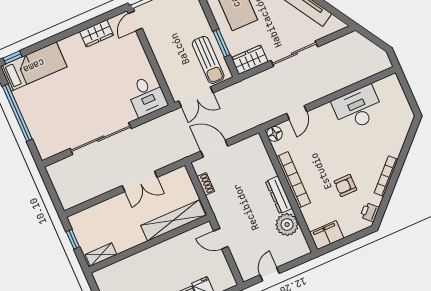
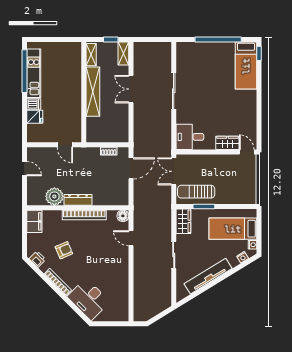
wardrobe: (97, 33) -> (227, 143), moved, turned 90
sliding door: (294, 54) -> (174, 255), width x0.73
desk: (358, 108) -> (89, 299), moved, turned 135
sliding door: (101, 139) -> (174, 91), width x0.73
double door: (140, 181) -> (131, 89), moved
armchair: (345, 186) -> (64, 250), turned 67
shelving: (83, 217) -> (123, 53), added
shelving: (173, 220) -> (93, 92), moved
door: (221, 239) -> (65, 145), swing flipped

